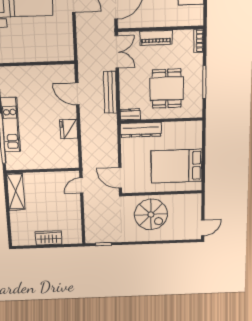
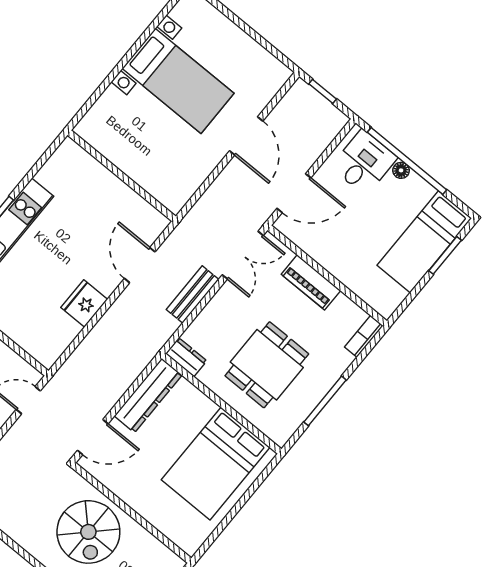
bench: (110, 92) -> (193, 294), width x0.73
dresser: (141, 130) -> (148, 395), moved, turned -90
bed: (177, 166) -> (216, 463), moved, turned -90
door: (120, 178) -> (93, 437), swing flipped

